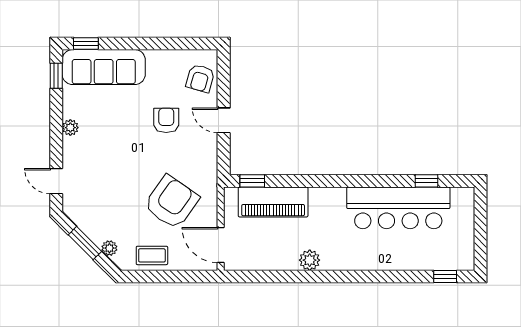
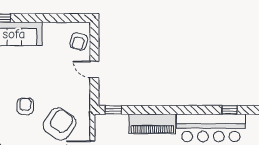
armchair: (166, 120) -> (25, 106), moved
piano: (273, 202) -> (152, 124), moved

